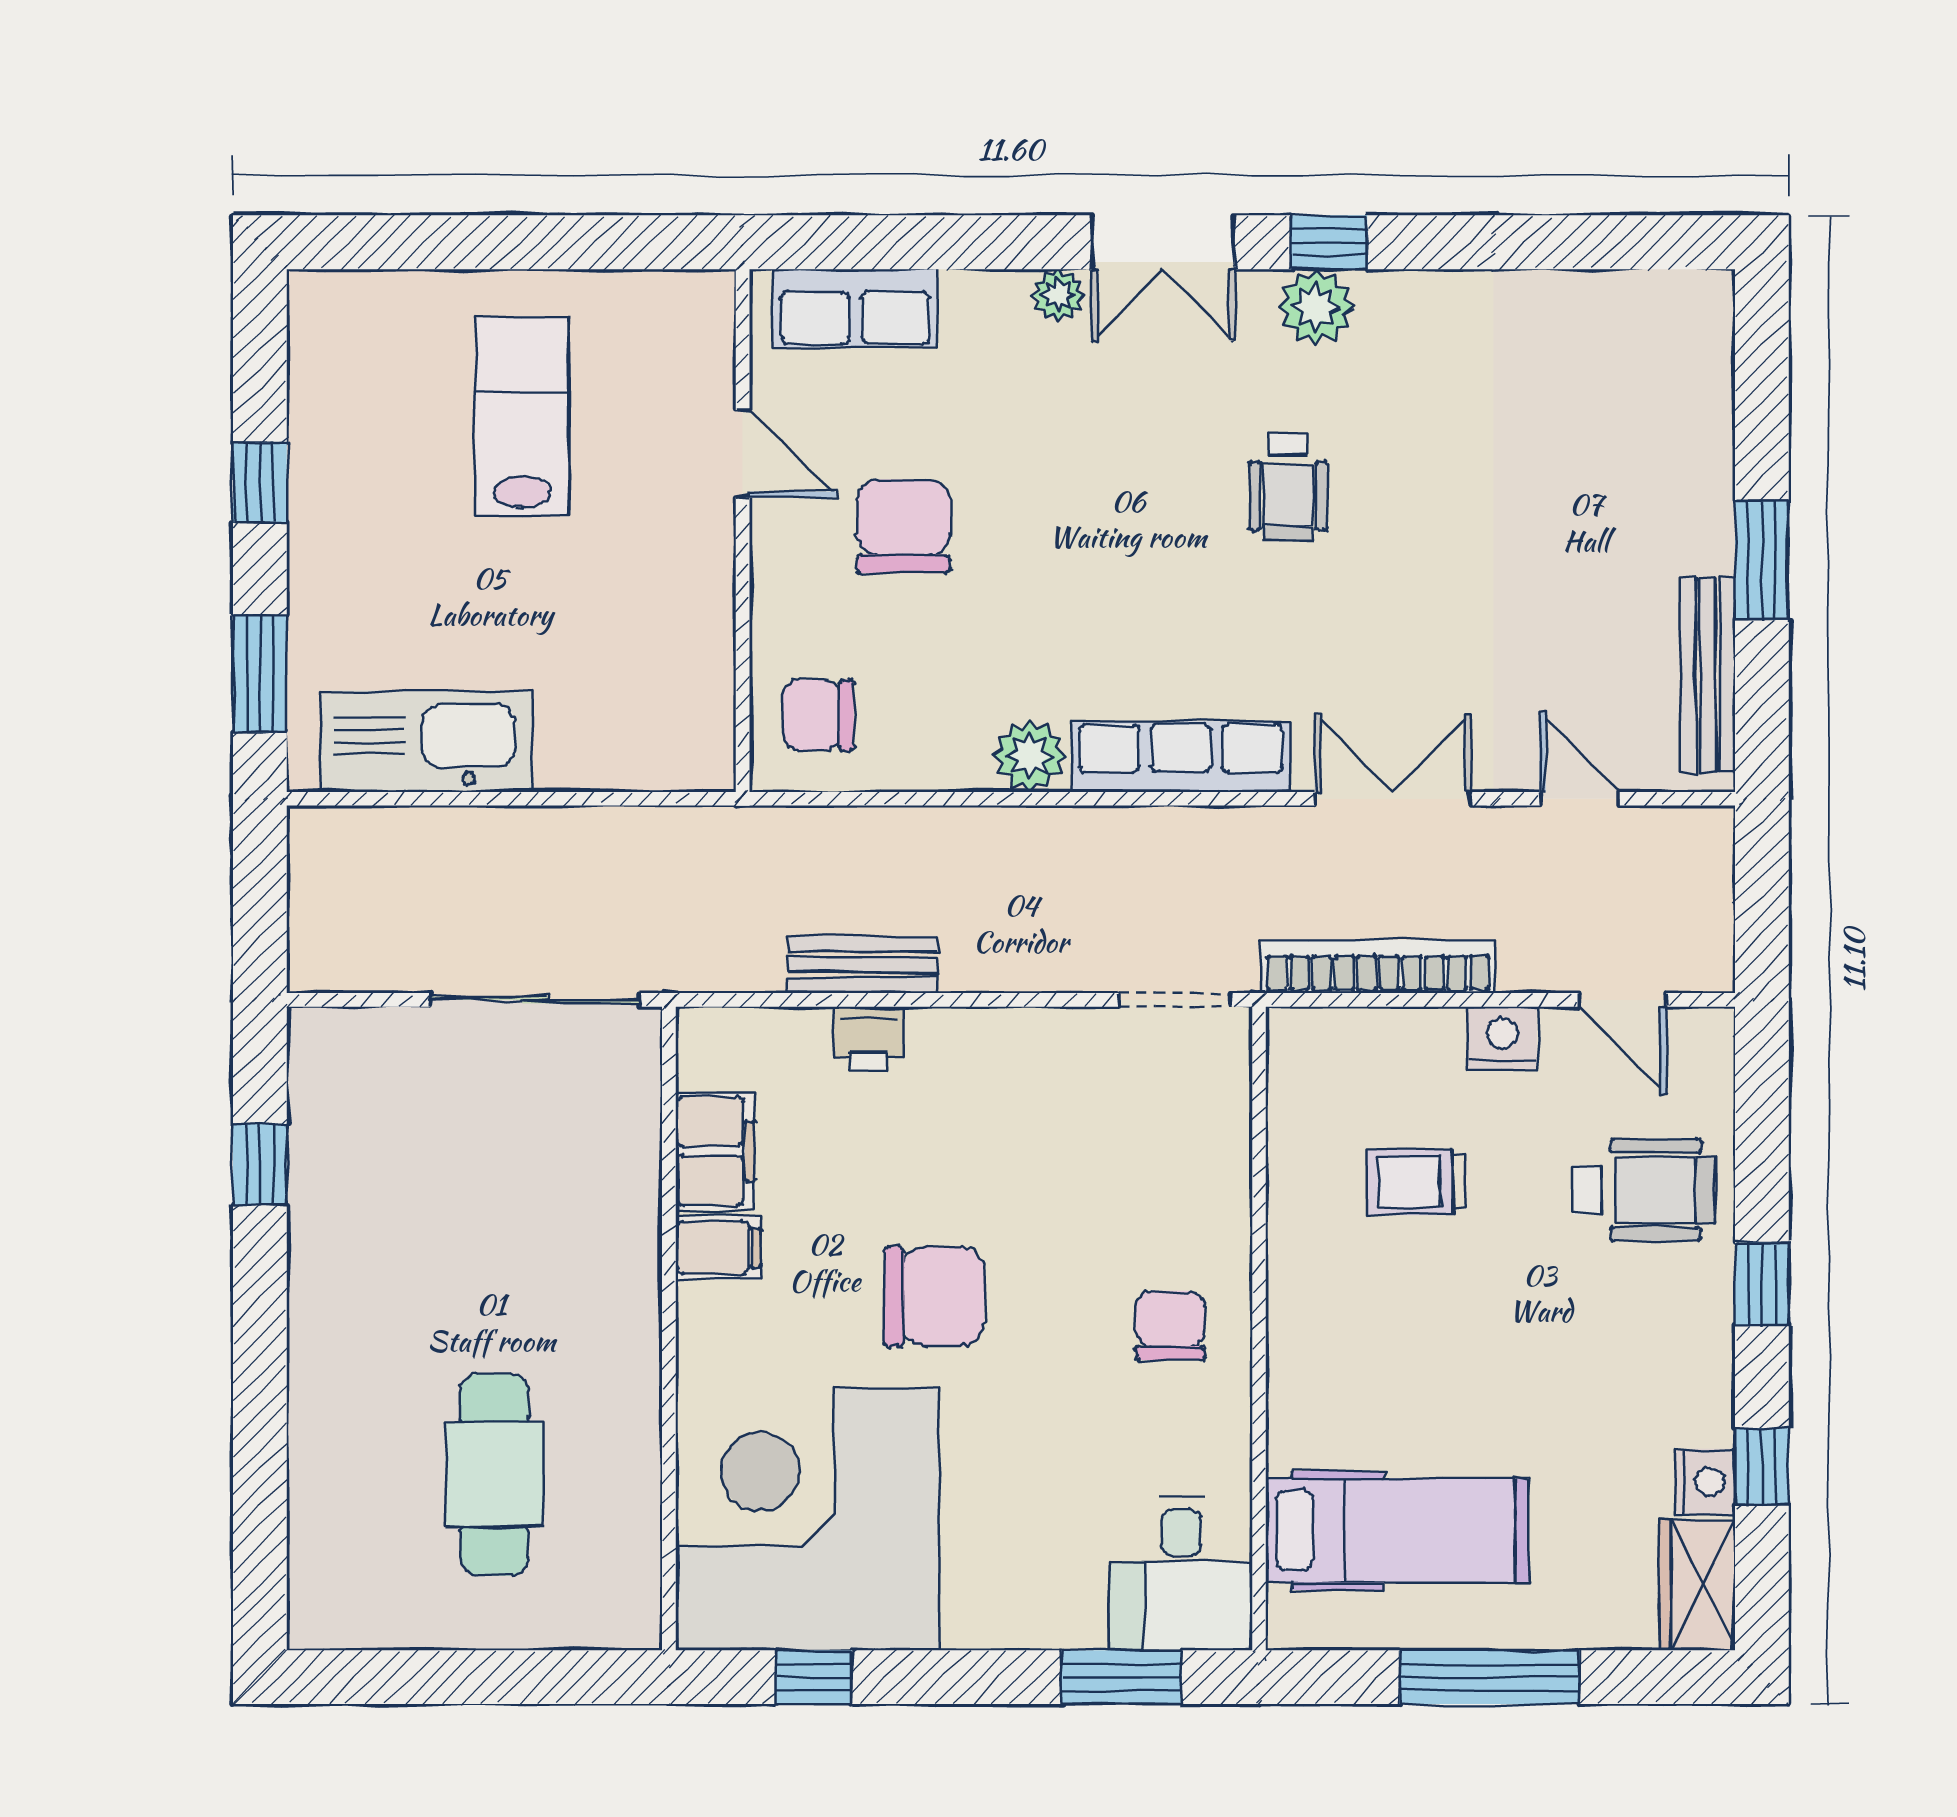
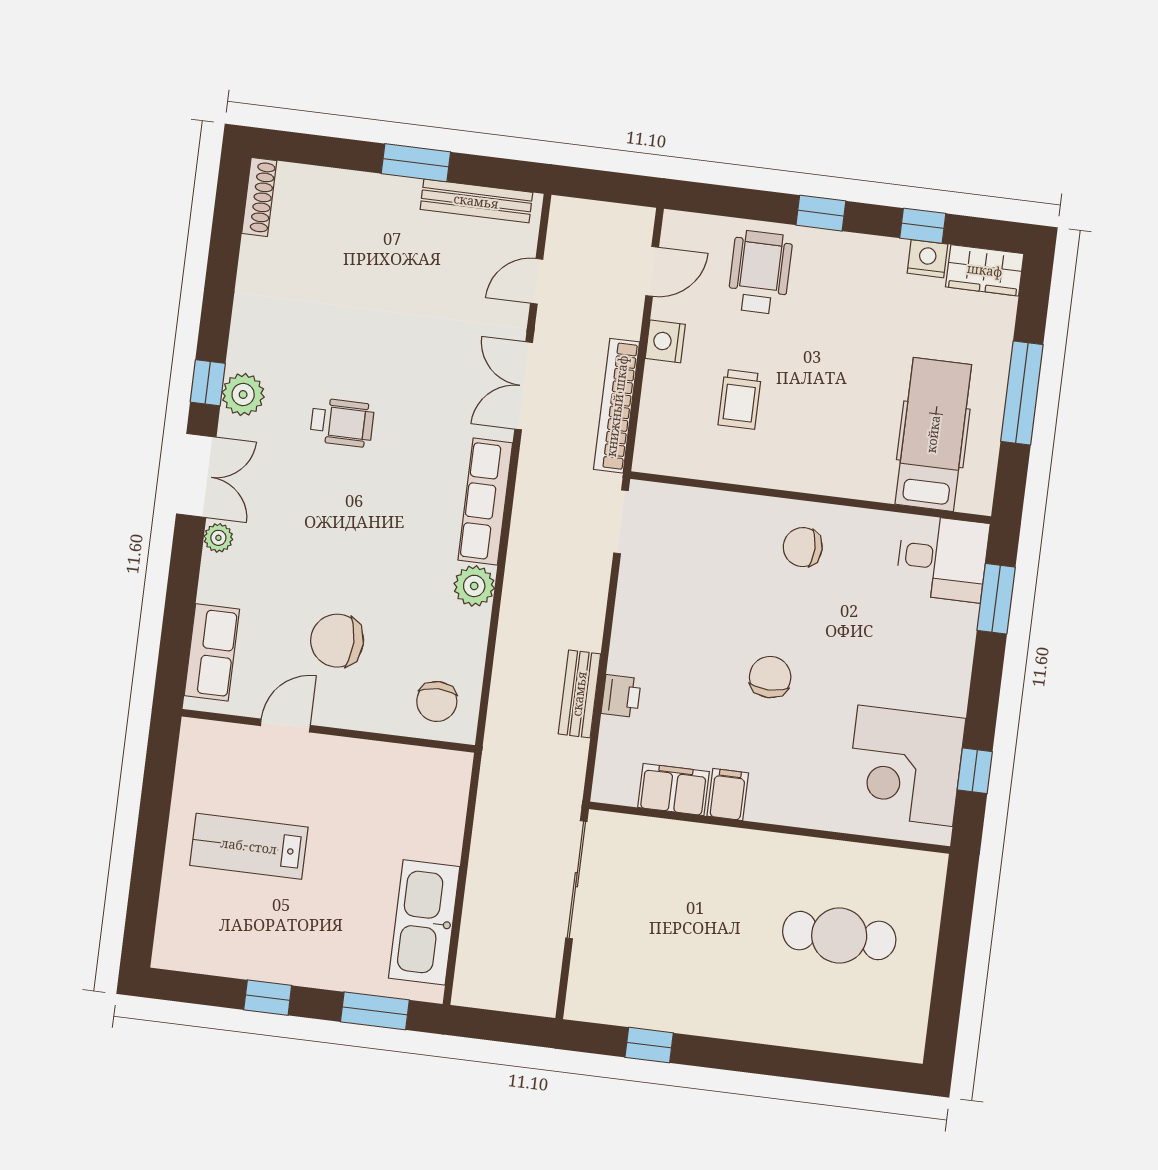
shoe rack: (1667, 292) -> (259, 197), added
chair: (934, 1296) -> (770, 677), width x0.73, depth x0.73
corner desk: (808, 1519) -> (905, 766), width x0.74, depth x0.74

